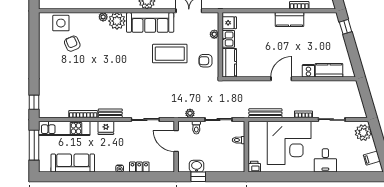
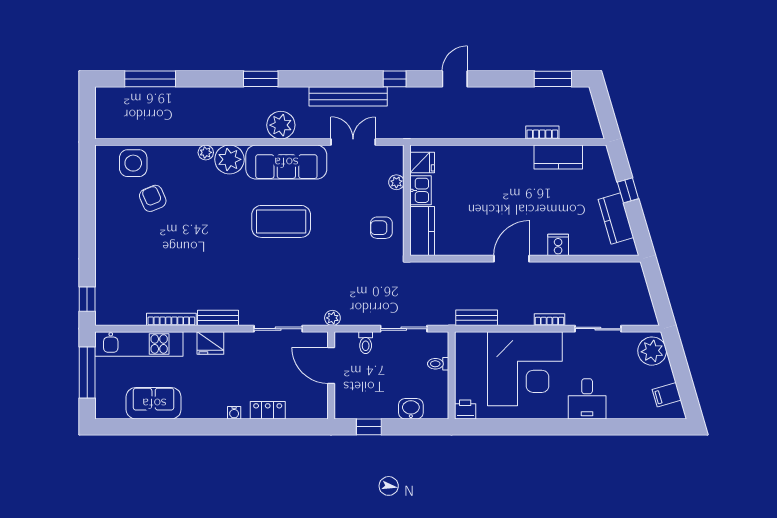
kitchen counter: (289, 20) -> (558, 157), moved
window: (346, 27) -> (628, 190), moved
coffee table: (170, 54) -> (281, 221), moved
kitchen counter: (329, 70) -> (616, 219), moved, turned -106
plant: (190, 113) -> (332, 318), moved
bench: (265, 113) -> (477, 318), width x0.73
sofa: (73, 163) -> (154, 403), width x0.73
washbasin: (197, 166) -> (411, 409), moved

